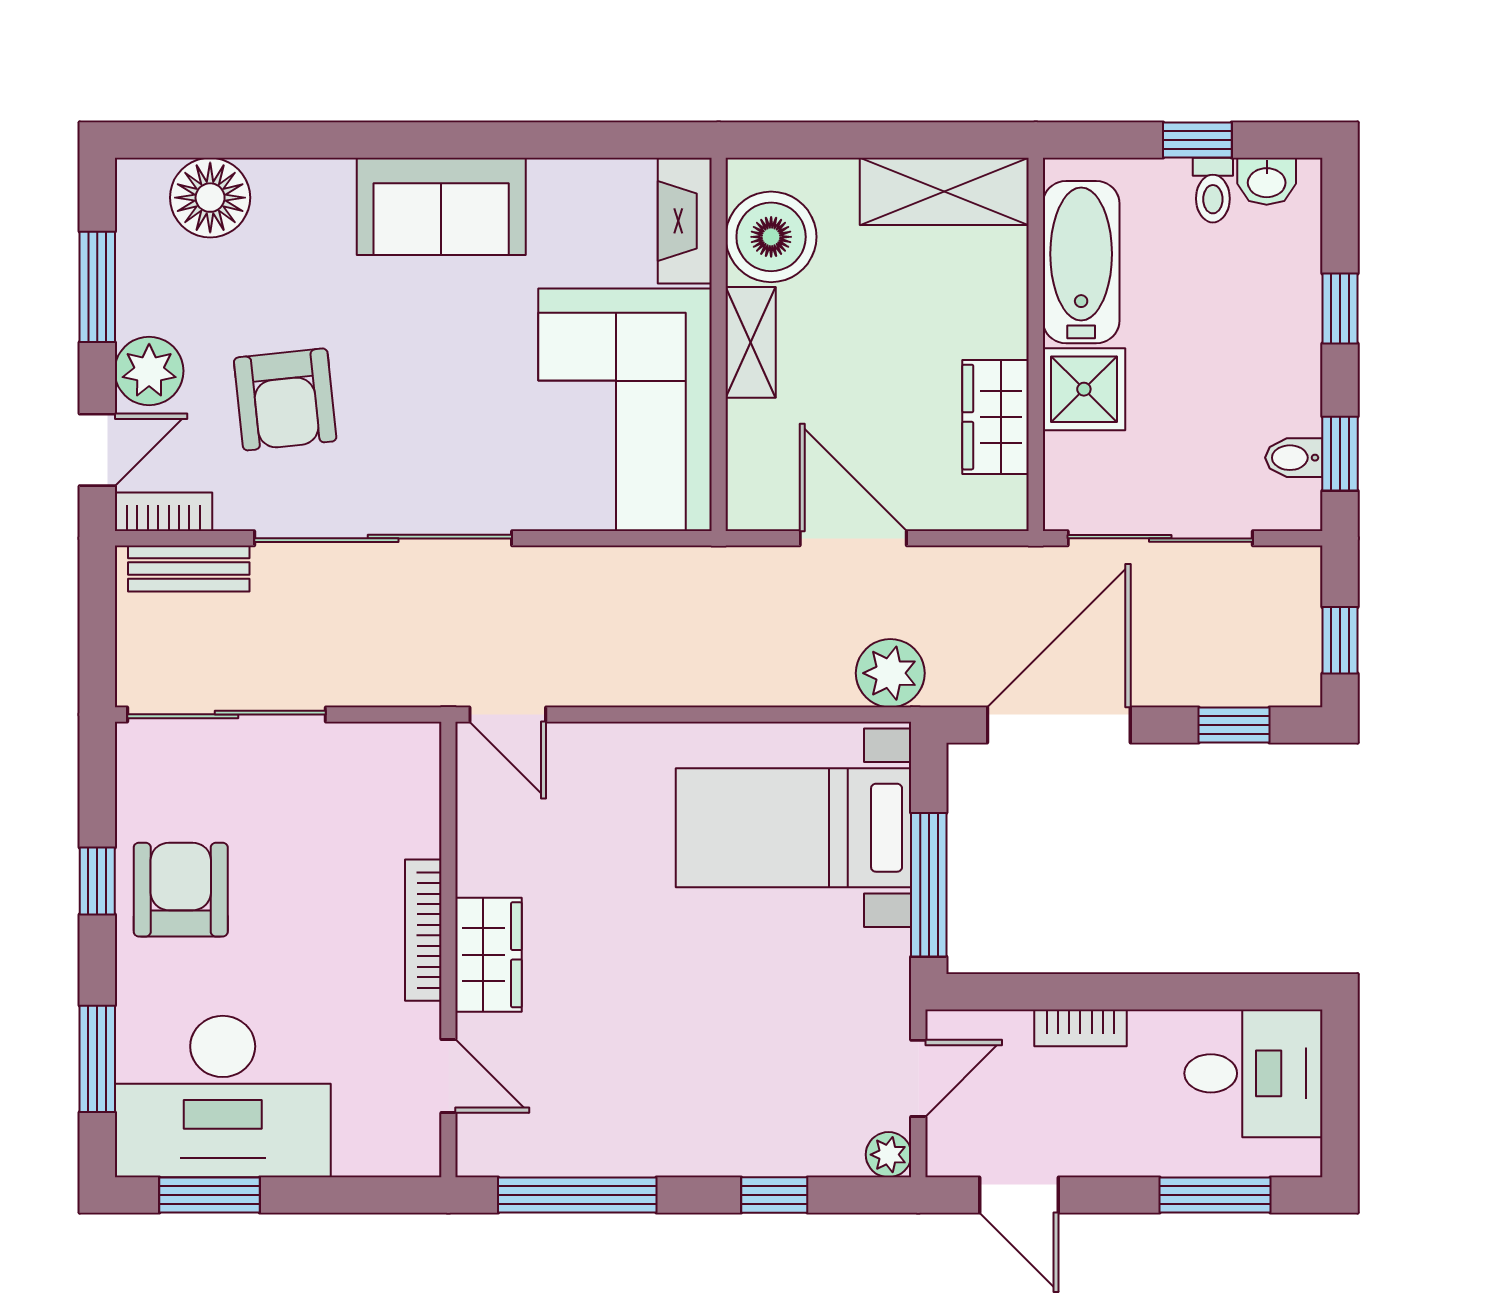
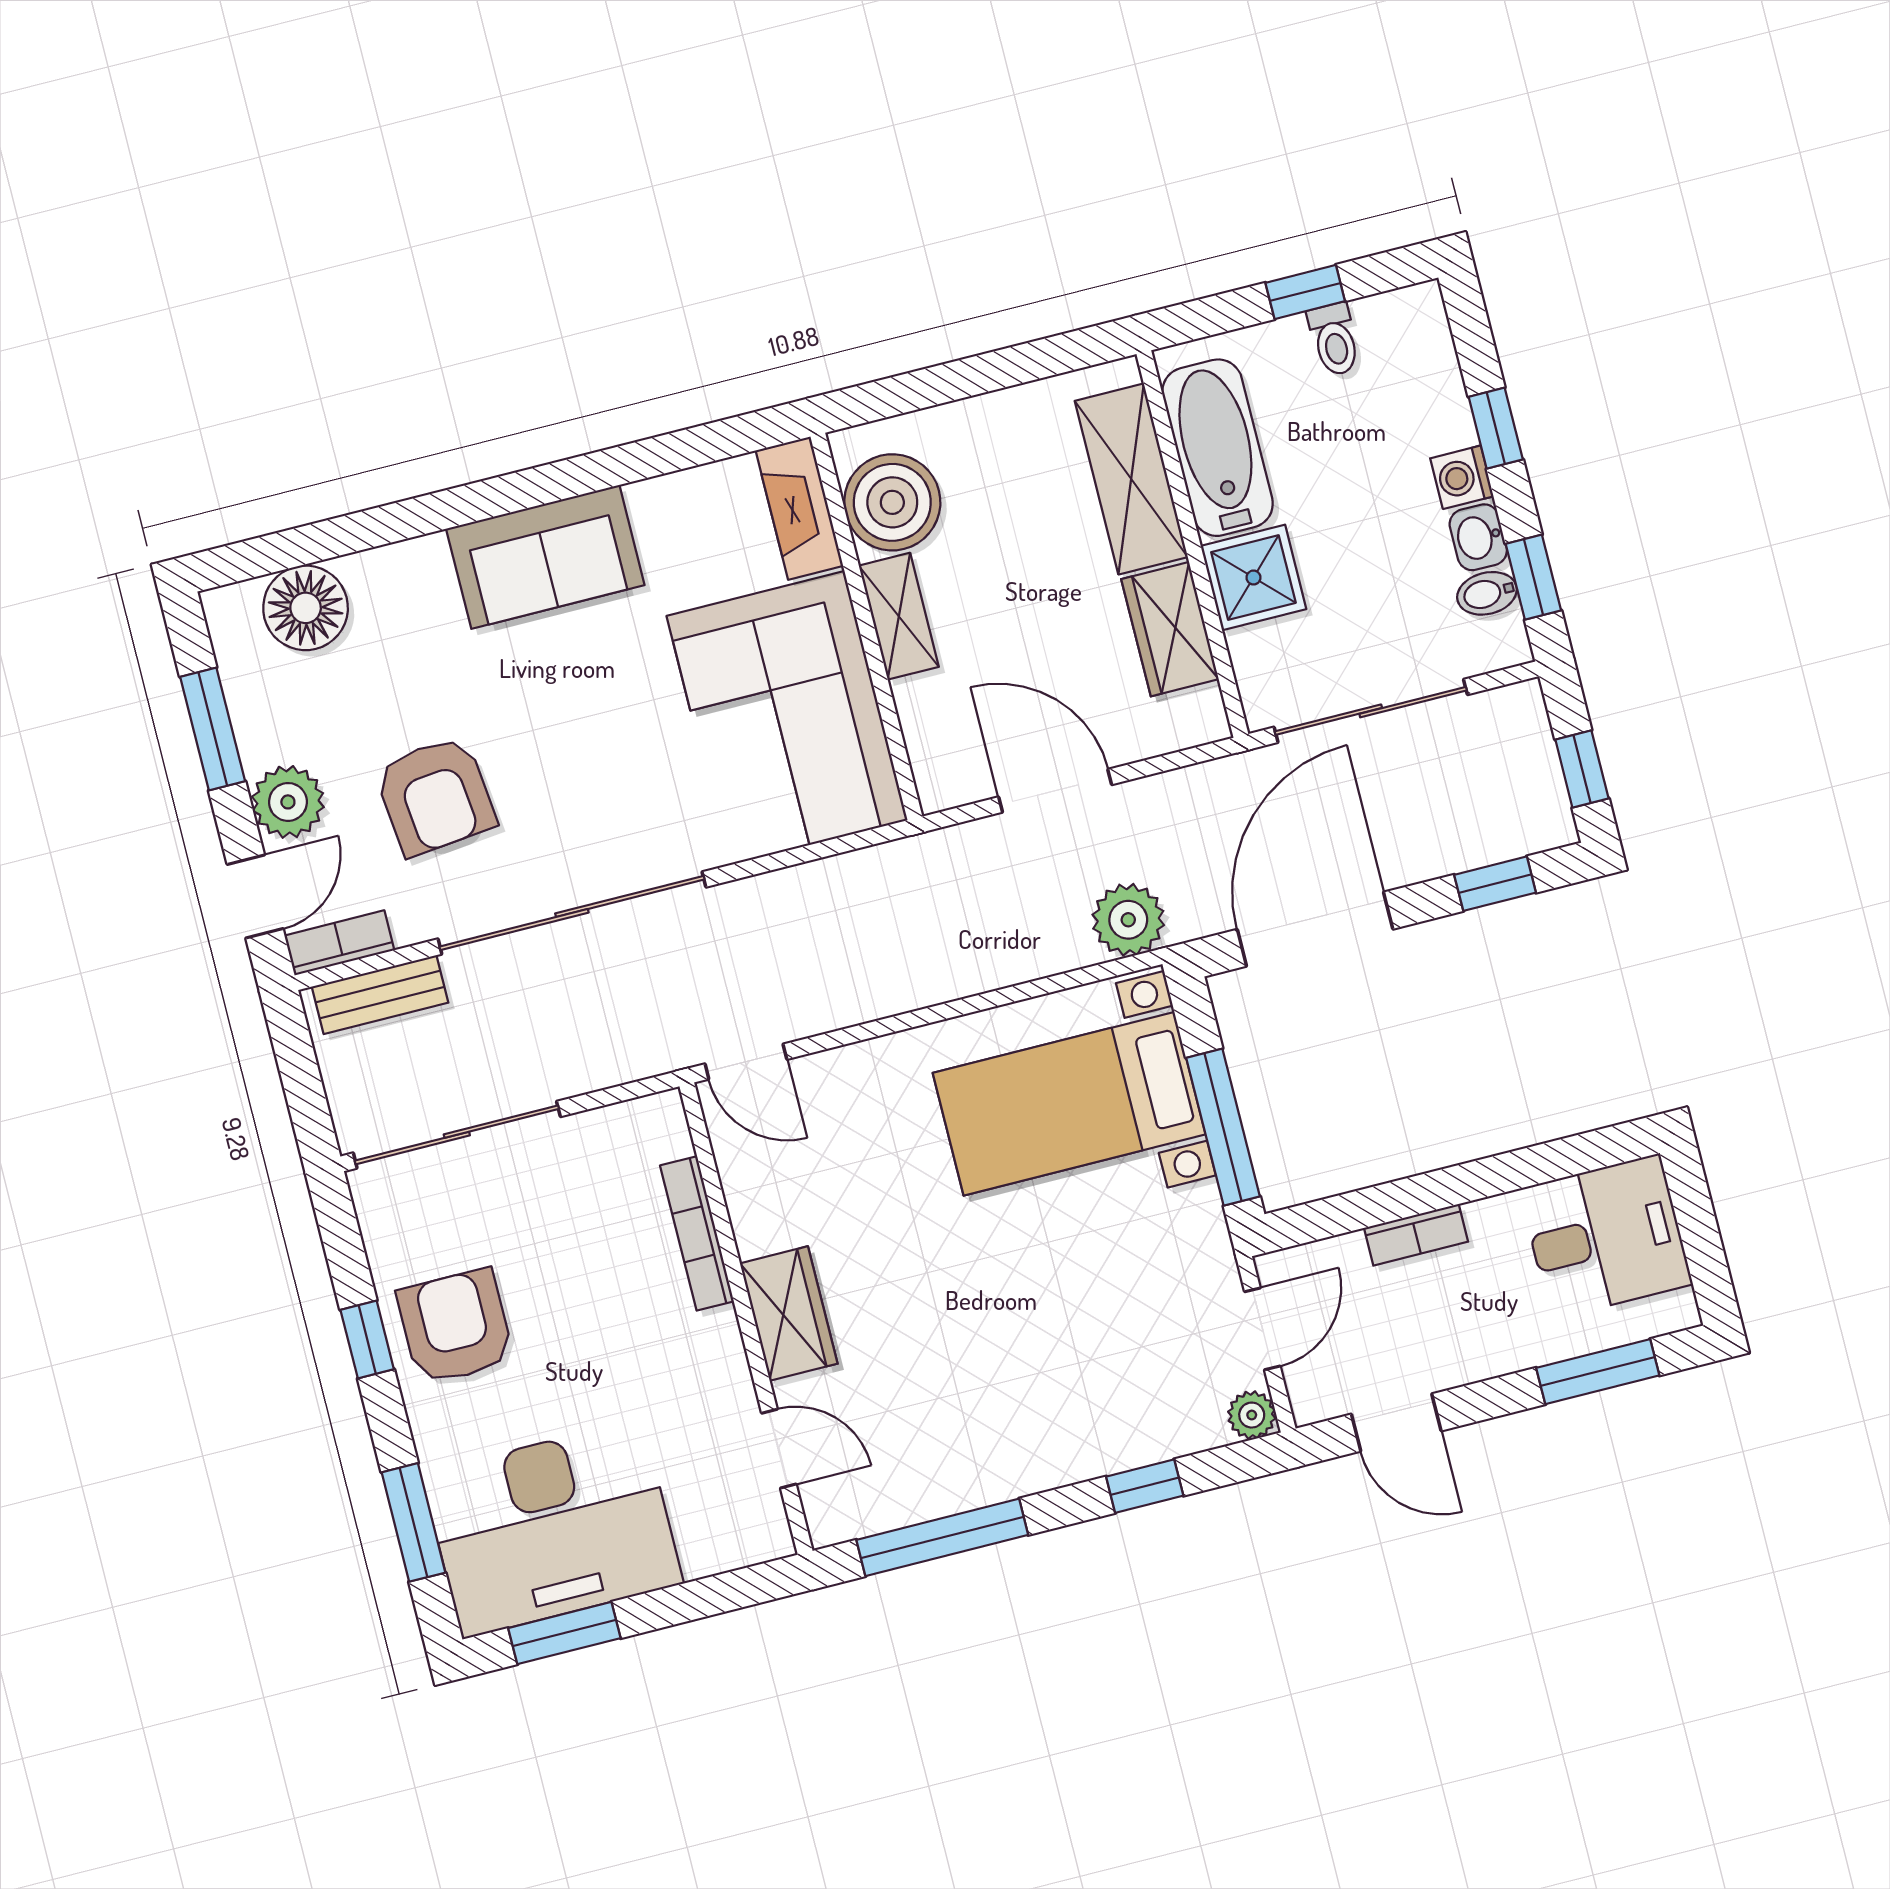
washbasin: (1267, 181) -> (1478, 537), moved, turned 90
shelving: (944, 191) -> (1131, 479), moved, turned 90
washing machine: (1298, 346) -> (1462, 477), added
bookcase: (423, 930) -> (697, 1233), moved

